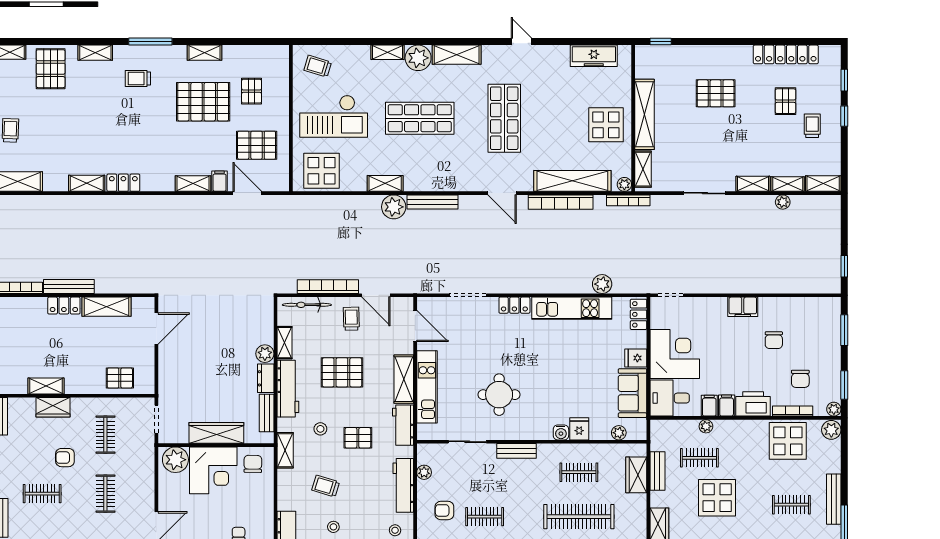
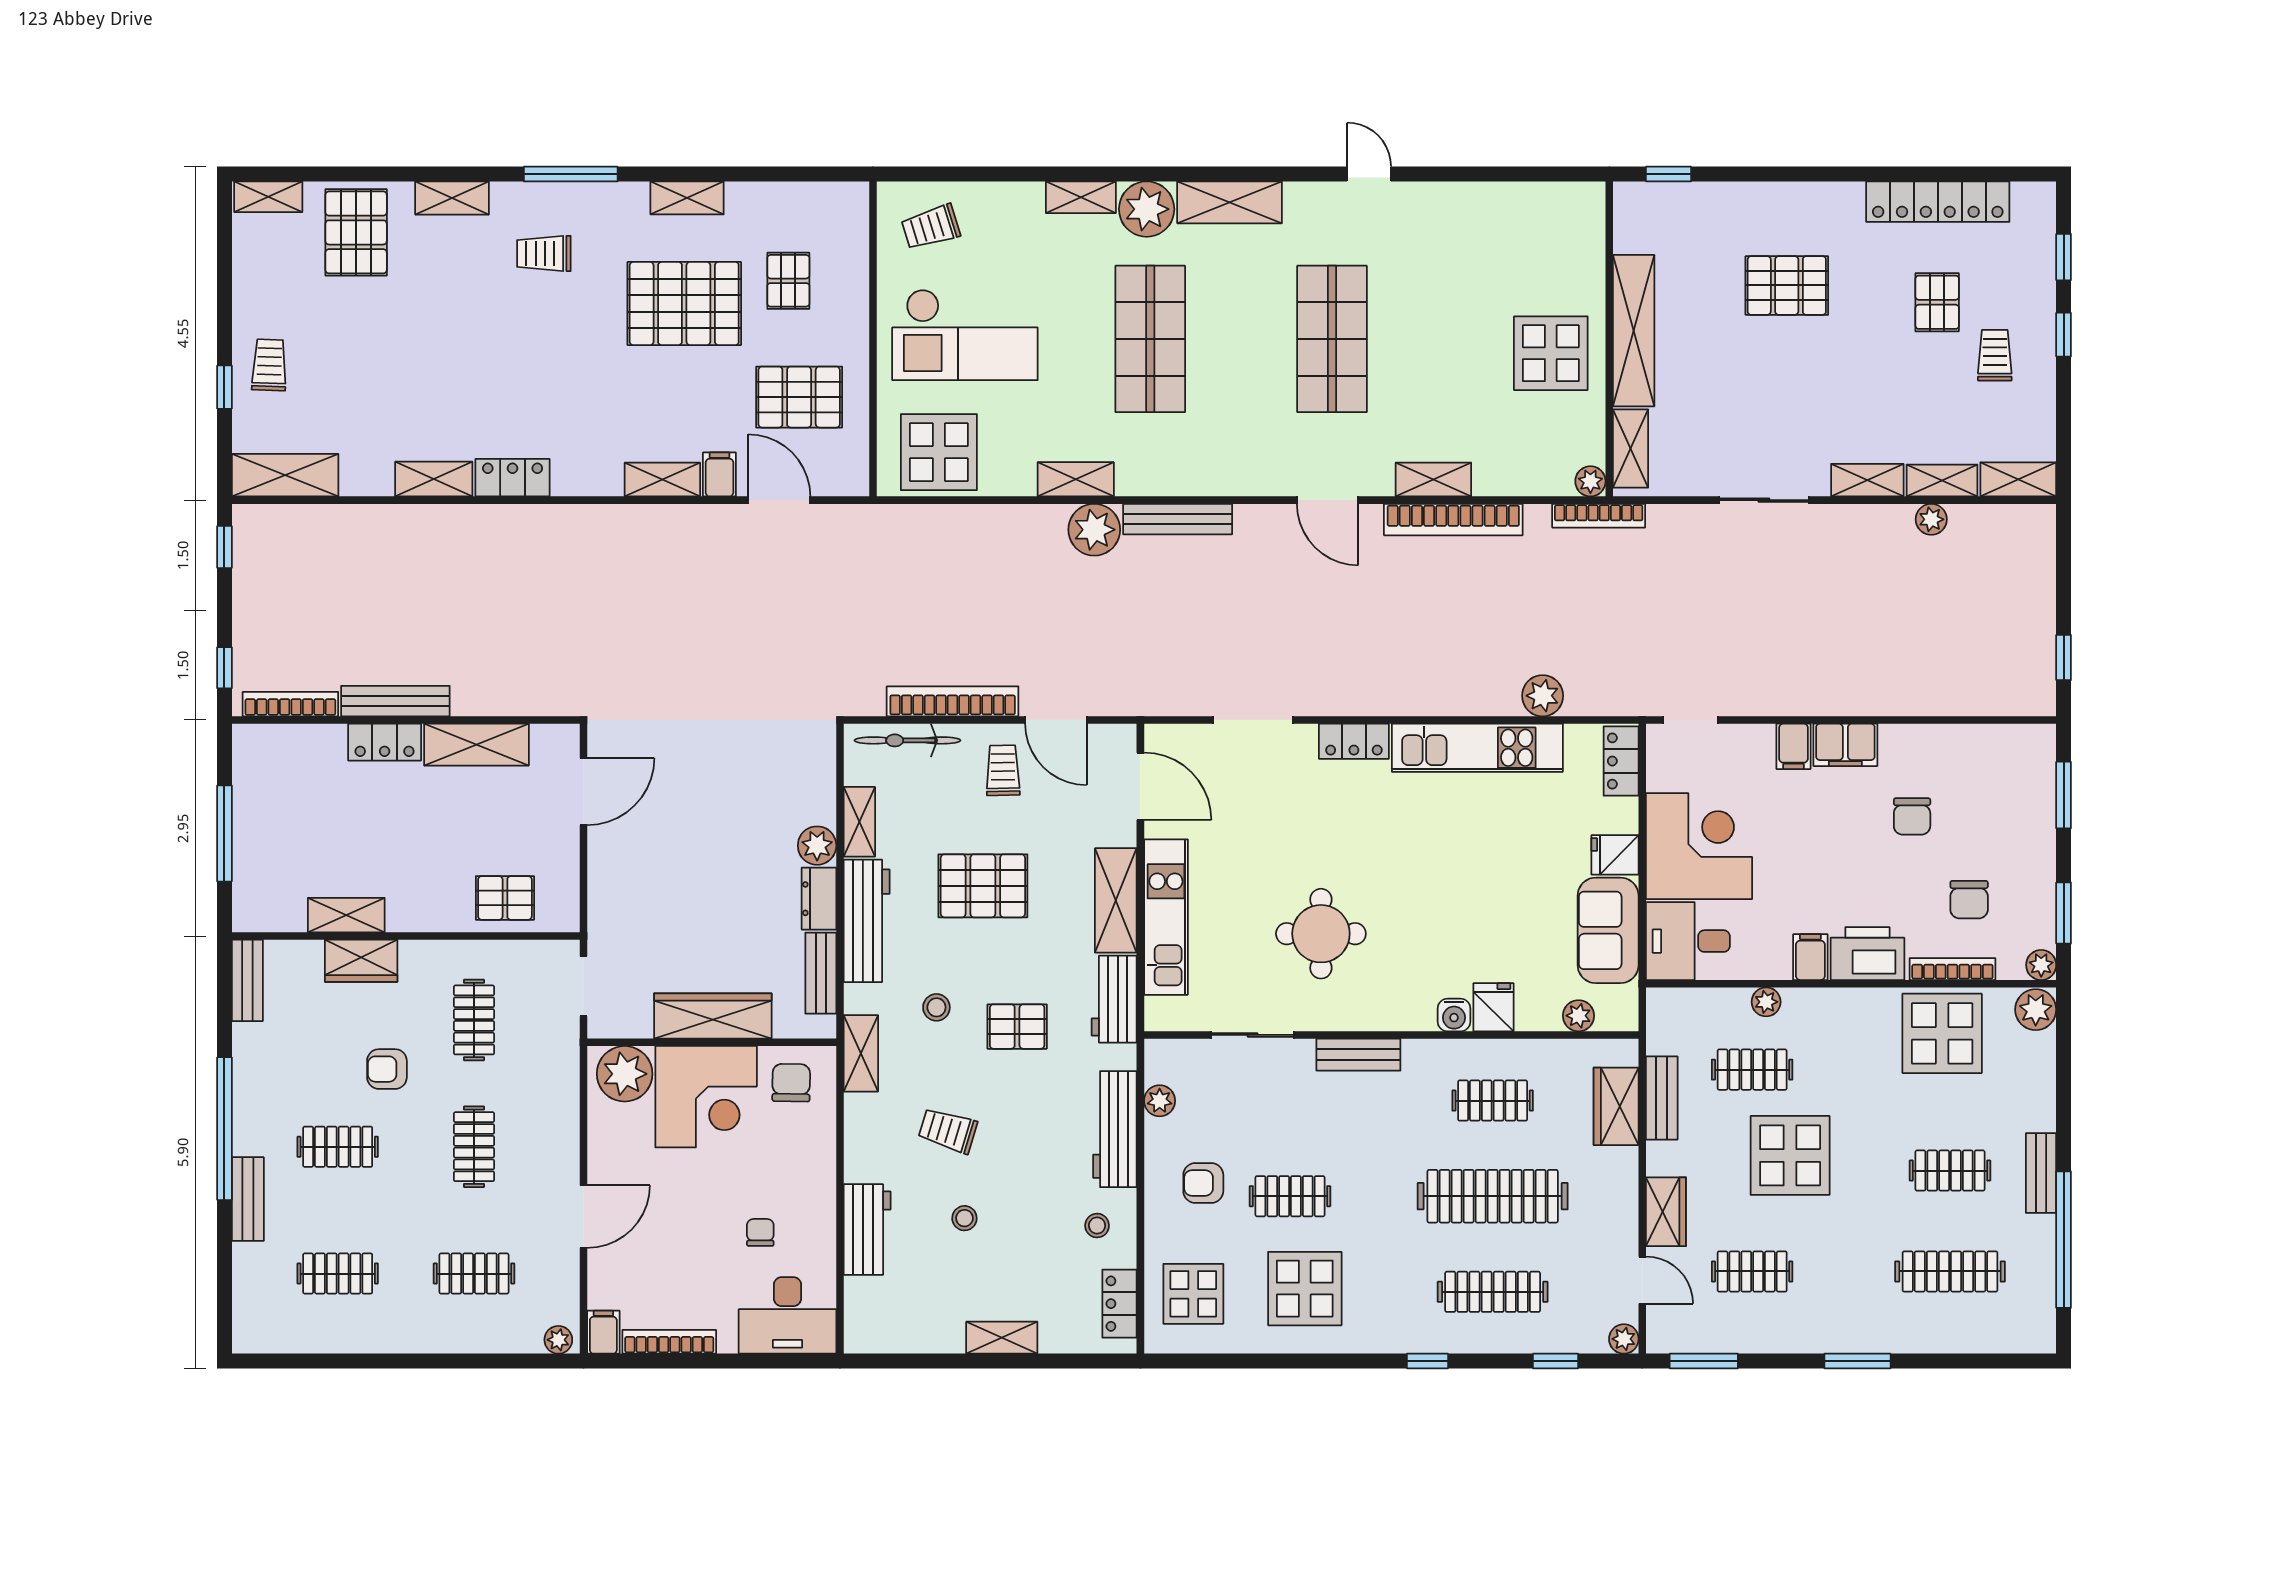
freezer: (594, 56) -> (1525, 205), removed
trolley: (318, 66) -> (931, 227), turned -34
shop shelf: (420, 118) -> (1150, 339), turned 90
shelving: (572, 181) -> (1433, 479), width x0.45, depth x0.75
filing cabinet: (709, 406) -> (1794, 746), moved, turned 180
bench: (834, 499) -> (2041, 1173), width x0.73

